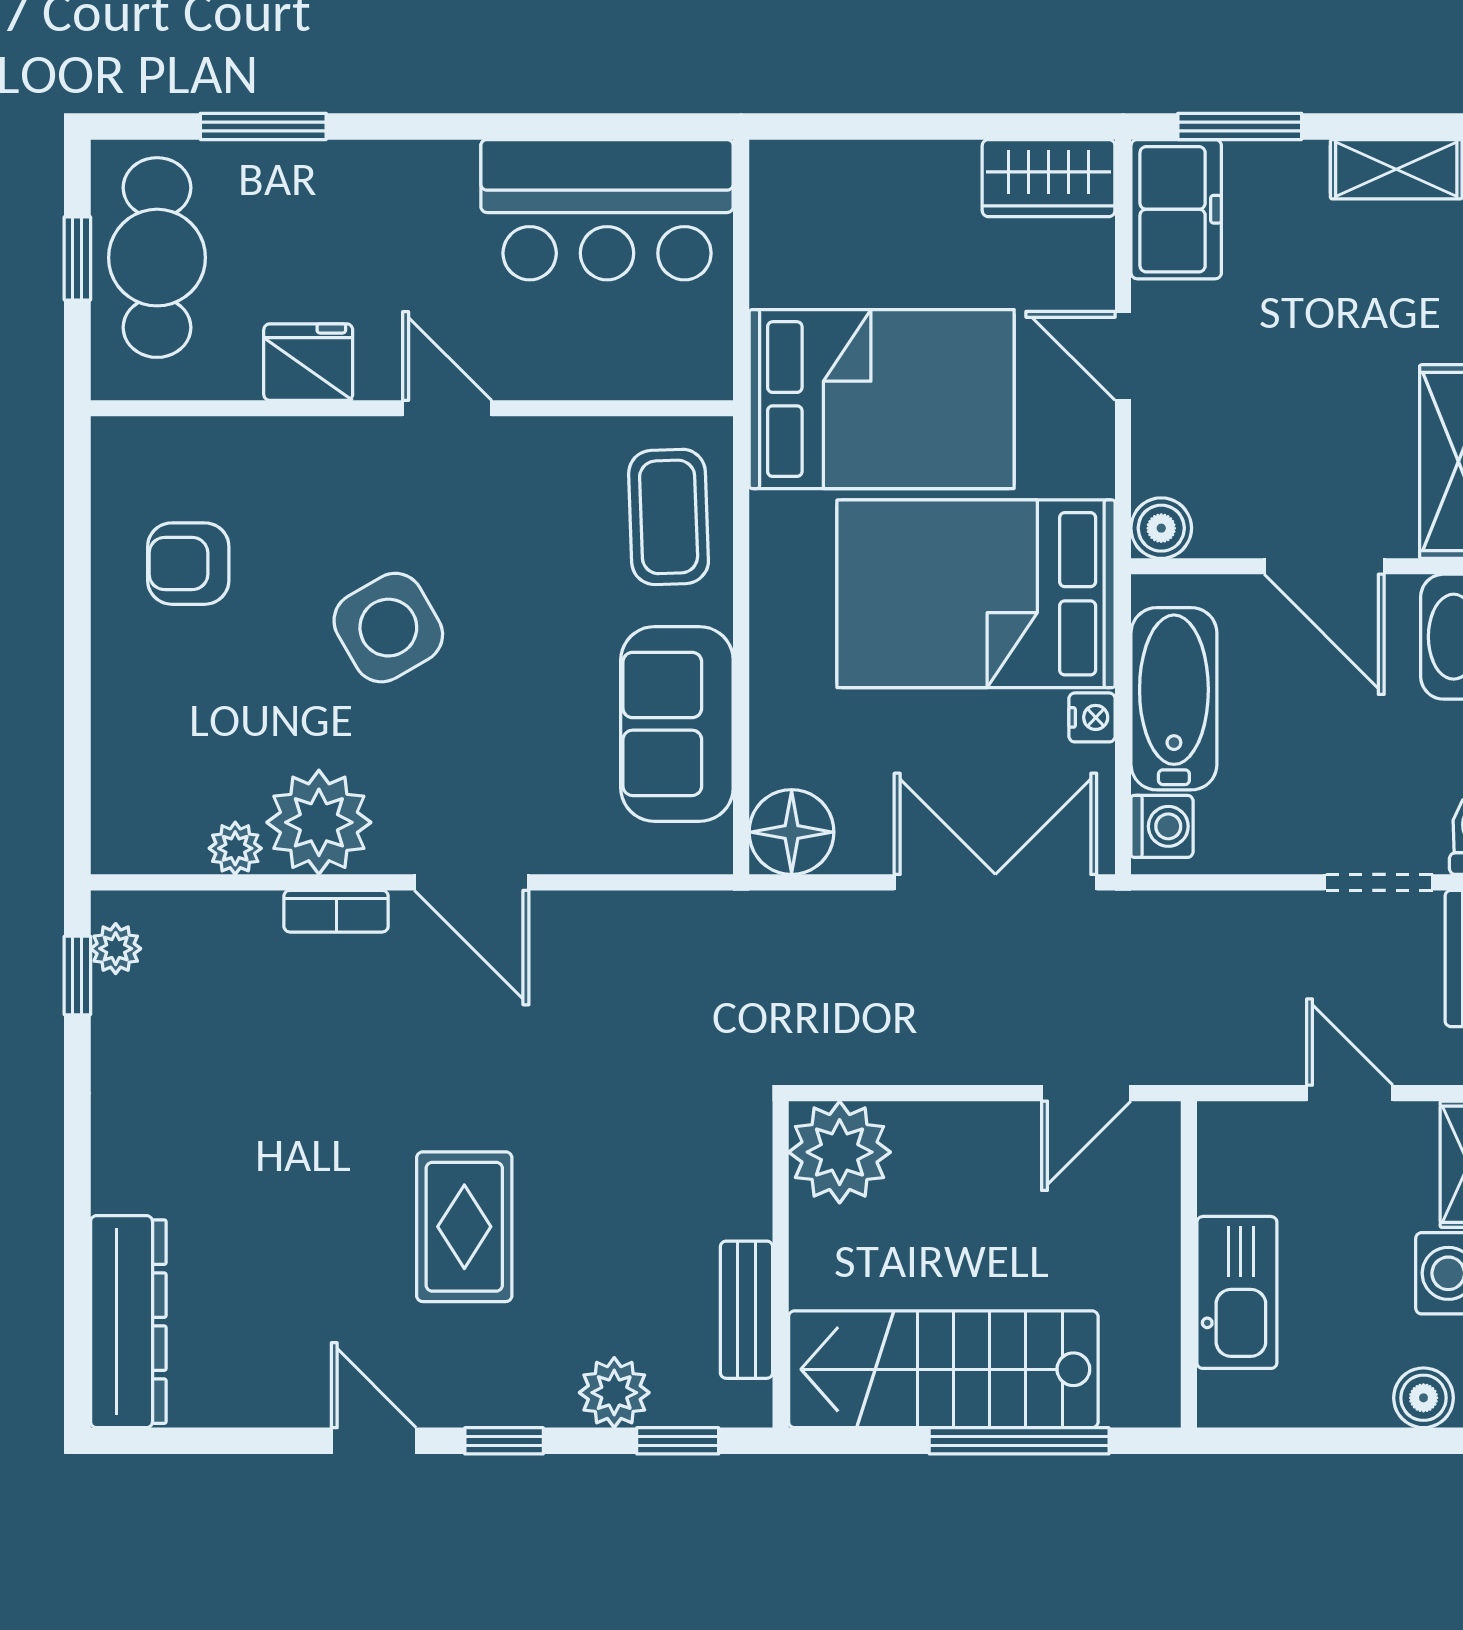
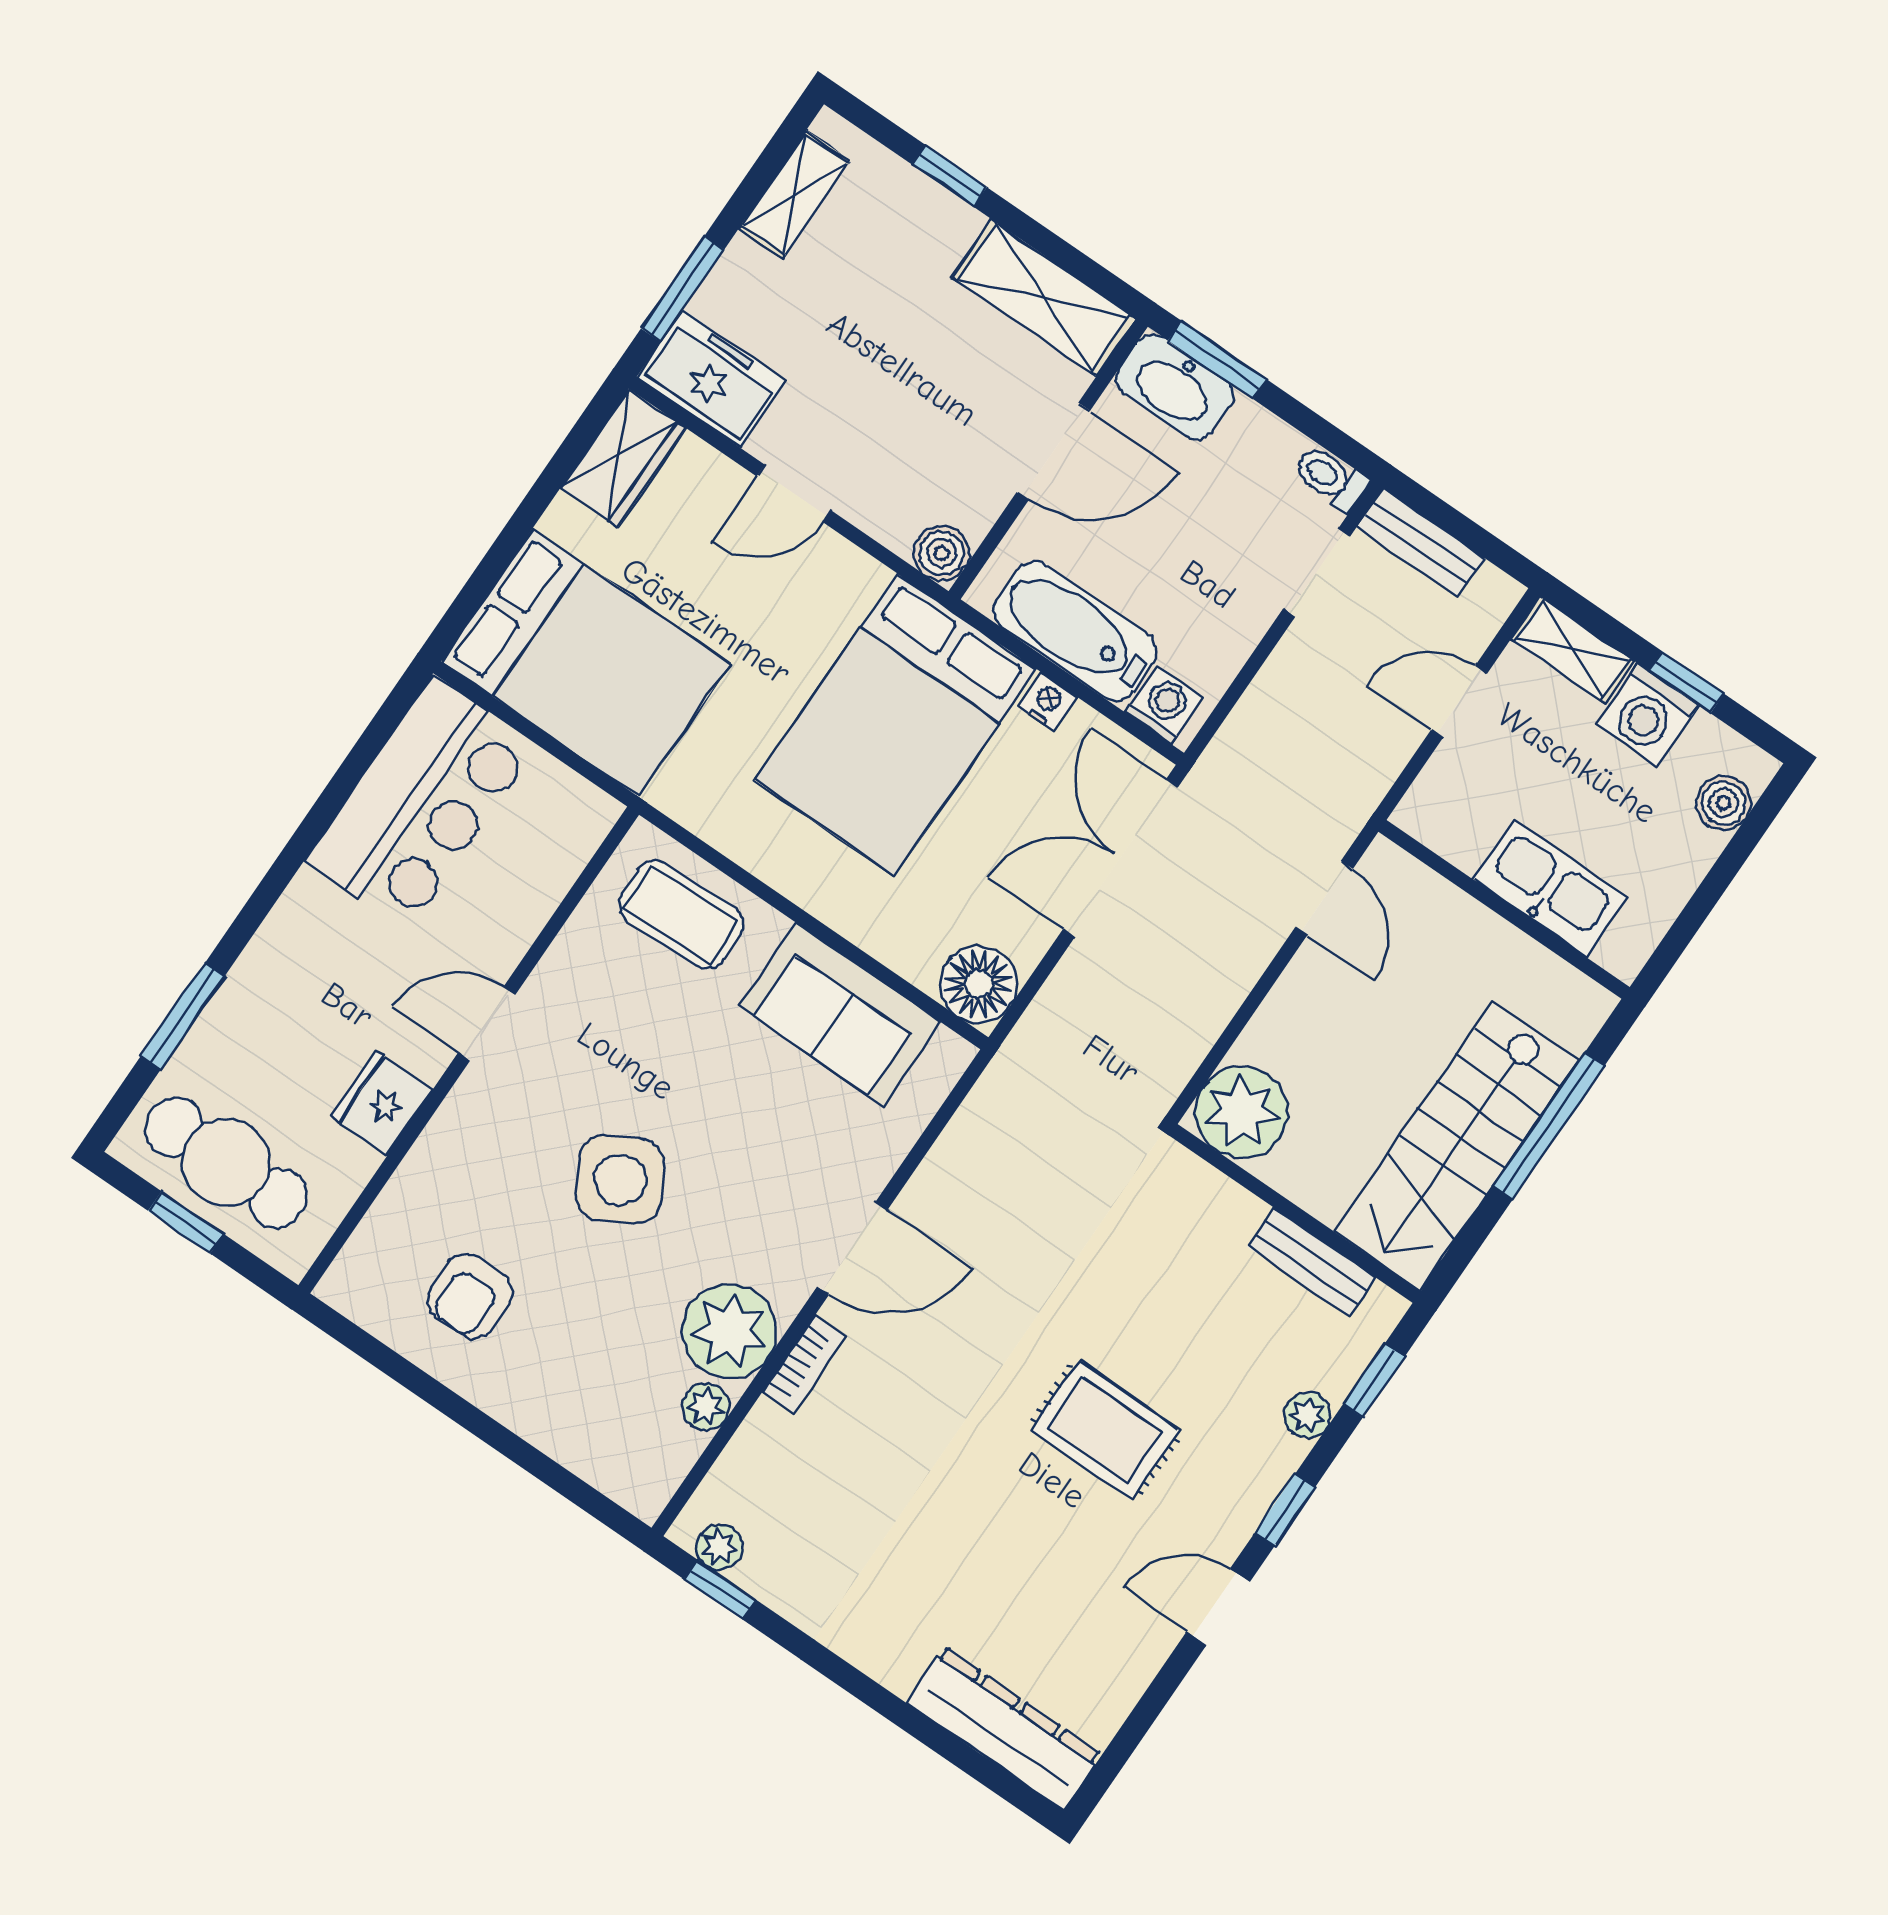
bed: (882, 399) -> (586, 662), moved, turned 90
plant: (614, 1393) -> (1308, 1415), width x0.73, depth x0.73

